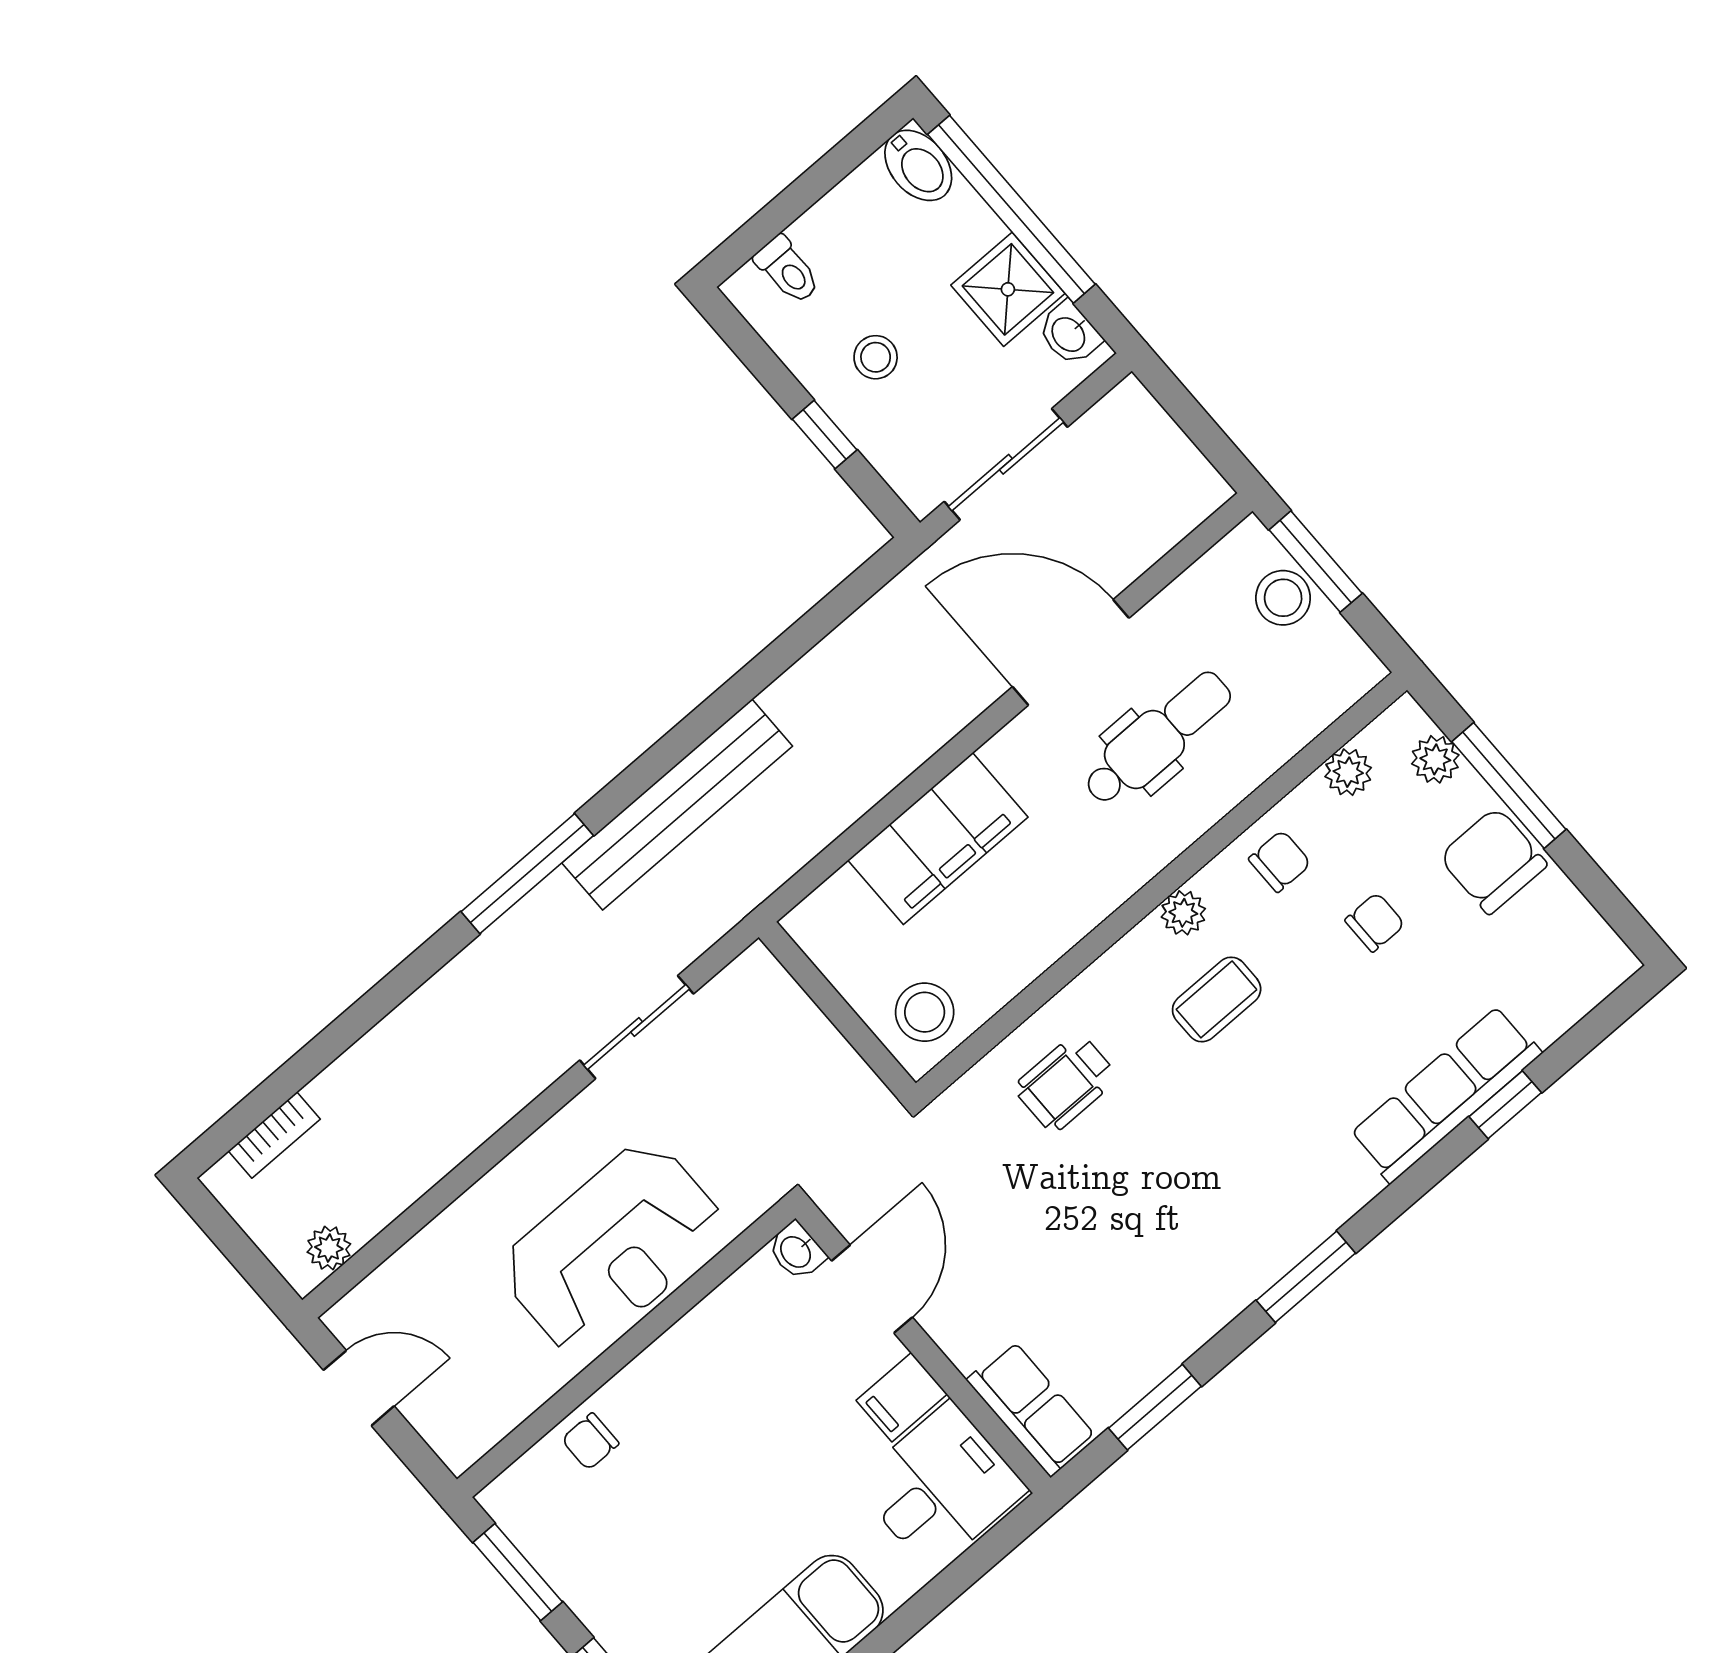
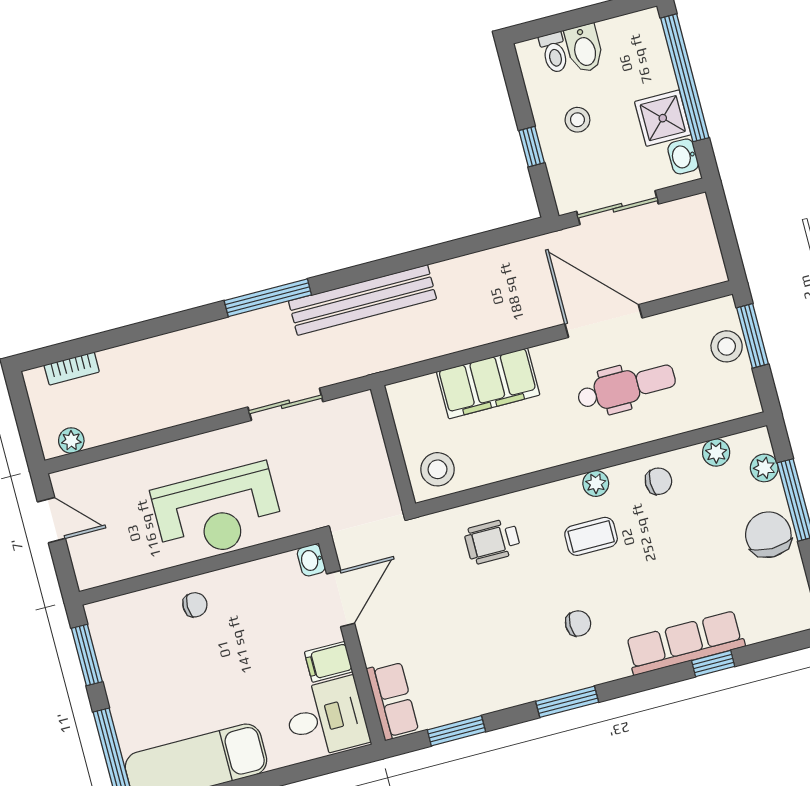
bidet: (918, 165) -> (584, 48), moved
chair: (1375, 922) -> (578, 623), moved
chair: (590, 1441) -> (195, 605), moved, turned 180

